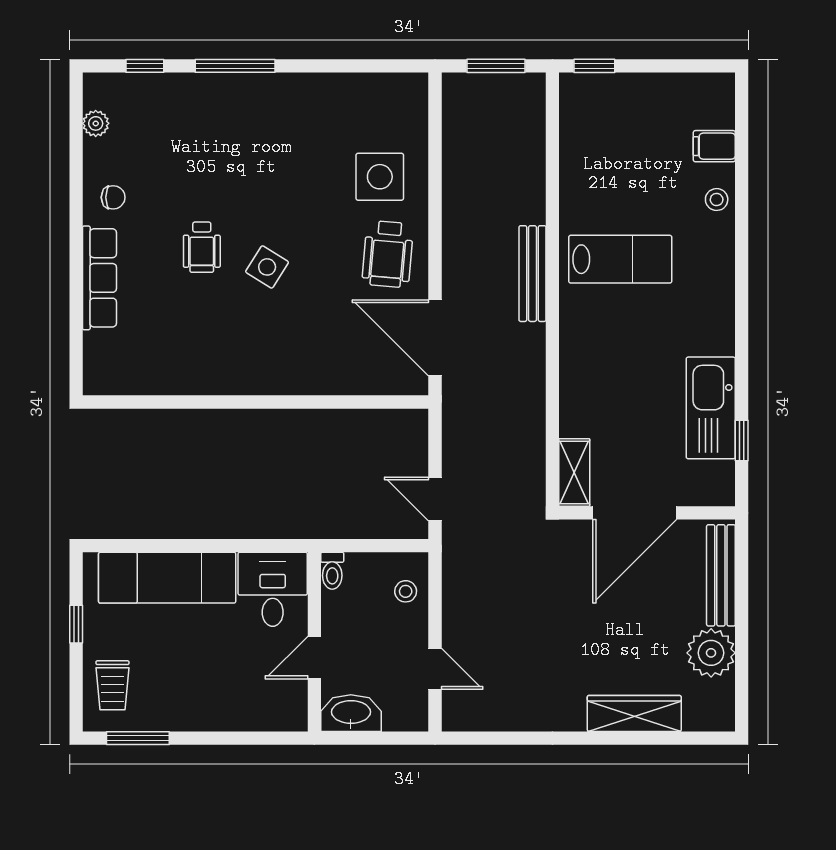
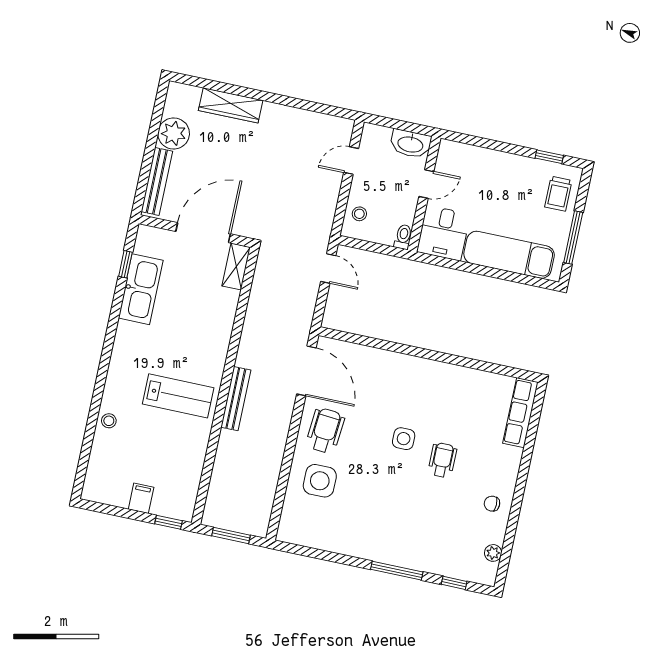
filing cabinet: (714, 146) -> (141, 498), moved, turned -90
lab bench: (620, 259) -> (178, 396), turned 180
side table: (267, 267) -> (404, 439), turned -32
row of seats: (99, 278) -> (520, 413), moved
window: (76, 624) -> (573, 237), width x2.17
door: (435, 669) -> (351, 161), hinge flipped
trolley: (112, 685) -> (558, 194), turned 180
window: (138, 738) -> (549, 157), width x0.67

